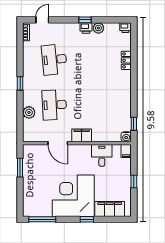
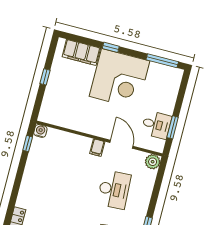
plant: (29, 112) -> (153, 162), moved
filing cabinet: (82, 135) -> (97, 148), width x0.50
filing cabinet: (126, 151) -> (45, 114), removed
desk: (102, 155) -> (156, 125), moved, turned -90

